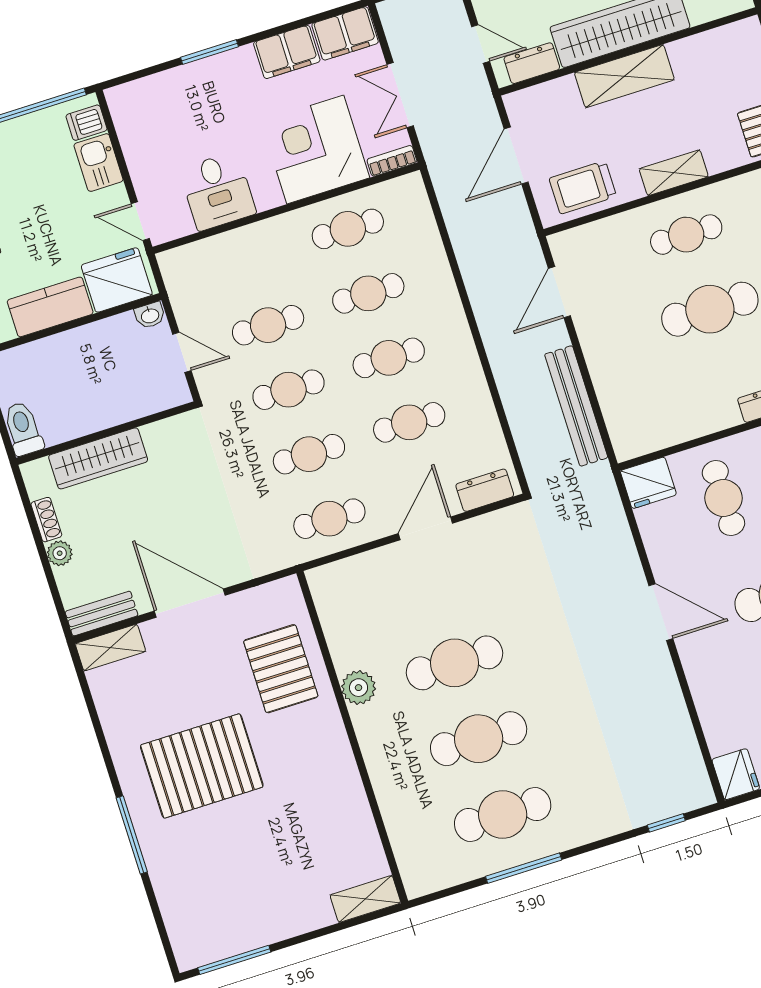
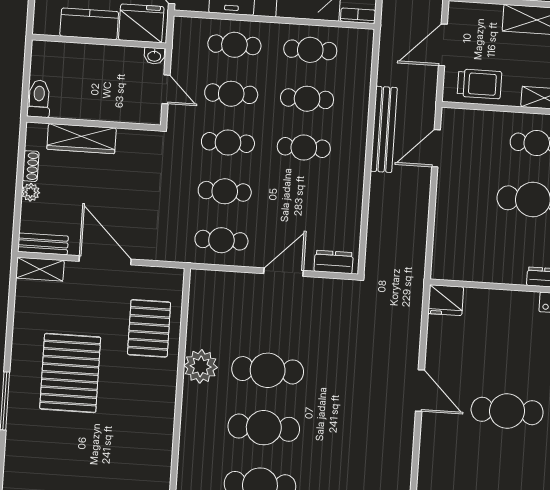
trolley: (583, 187) -> (479, 84), turned 180
bench: (576, 406) -> (384, 129), moved
cafe table: (409, 422) -> (234, 45), moved
cafe table: (723, 498) -> (492, 330), removed
plant: (359, 688) -> (201, 366), width x1.36, depth x1.36
pallet: (202, 766) -> (70, 373), turned 90

